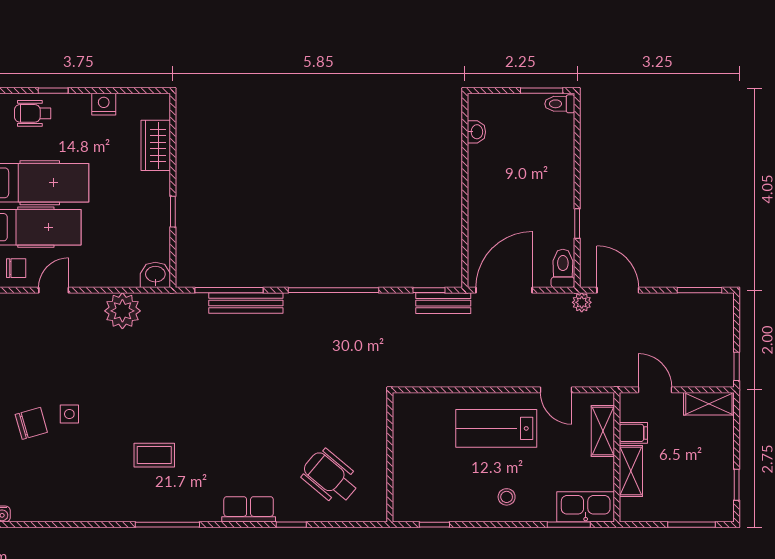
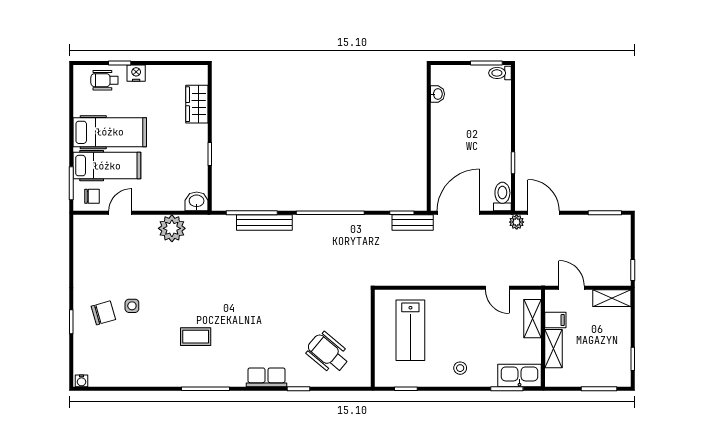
nightstand: (104, 104) -> (136, 73), moved
lab bench: (496, 428) -> (410, 330), moved, turned -90

